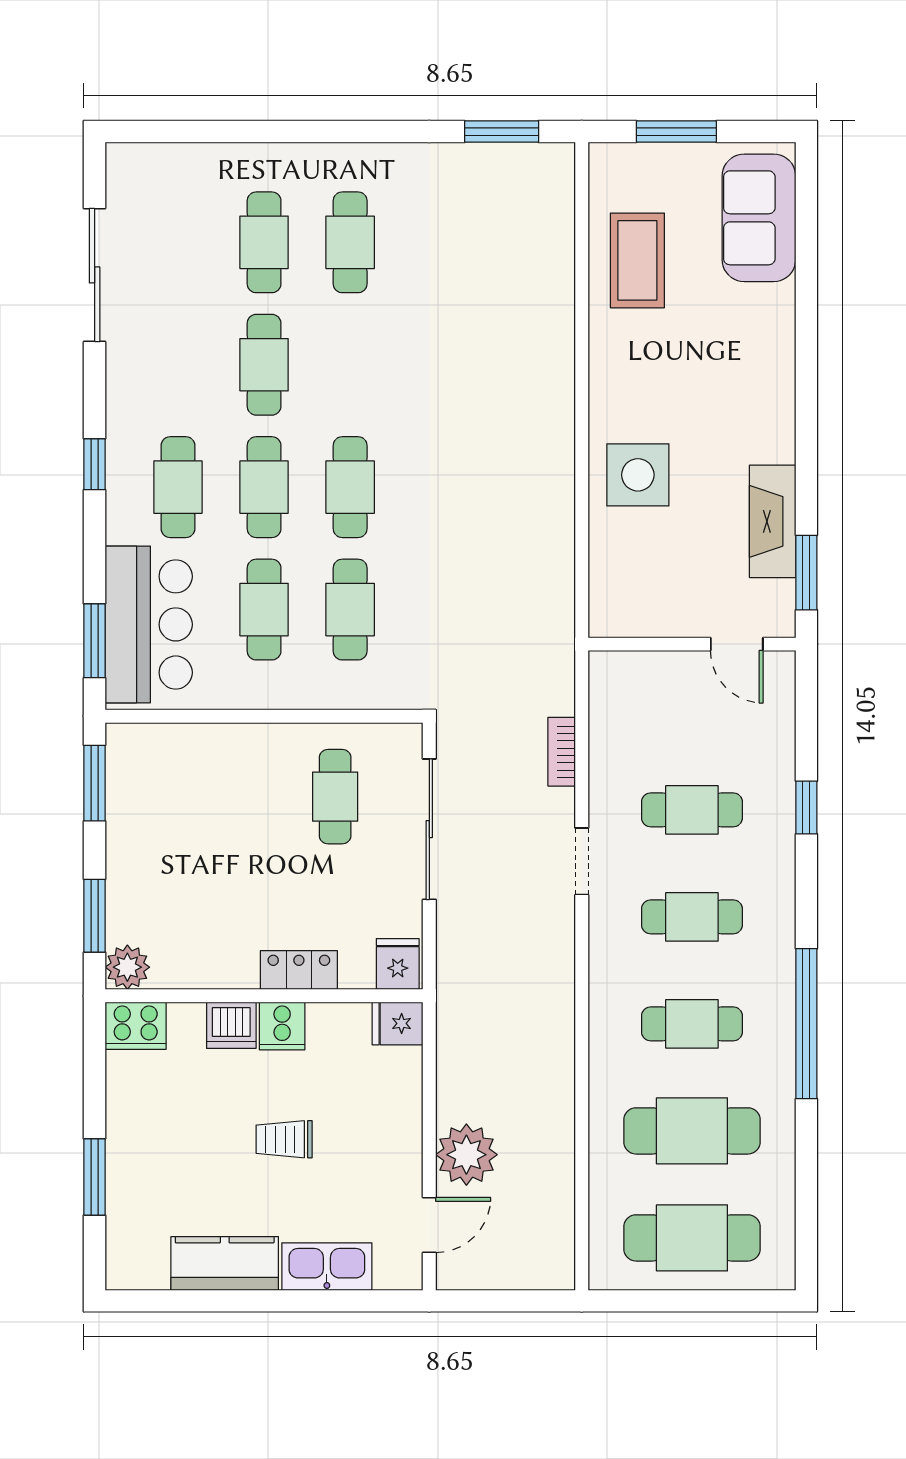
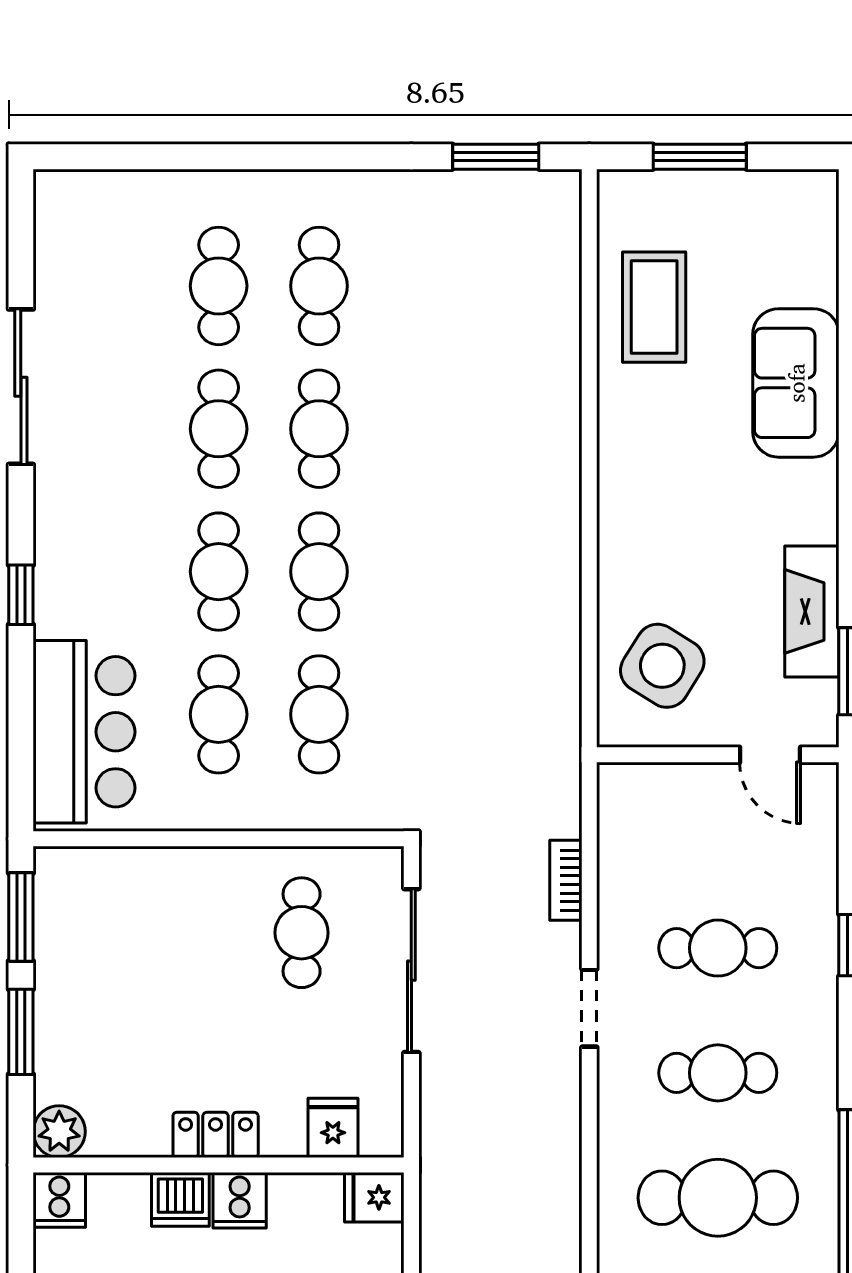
sofa: (759, 218) -> (796, 383), moved
sliding door: (95, 275) -> (21, 387), moved
window: (95, 464) -> (21, 595), moved
side table: (638, 475) -> (662, 666), moved, turned 32
cafe table: (178, 487) -> (319, 429), moved
window: (95, 641) -> (21, 751), removed
window: (95, 916) -> (21, 1032), moved
fridge: (398, 964) -> (333, 1128), moved
locker: (299, 970) -> (216, 1135), moved
cafe table: (692, 1024) -> (718, 1198), width x1.37, depth x1.35
cooker: (136, 1026) -> (59, 1200), width x0.73

